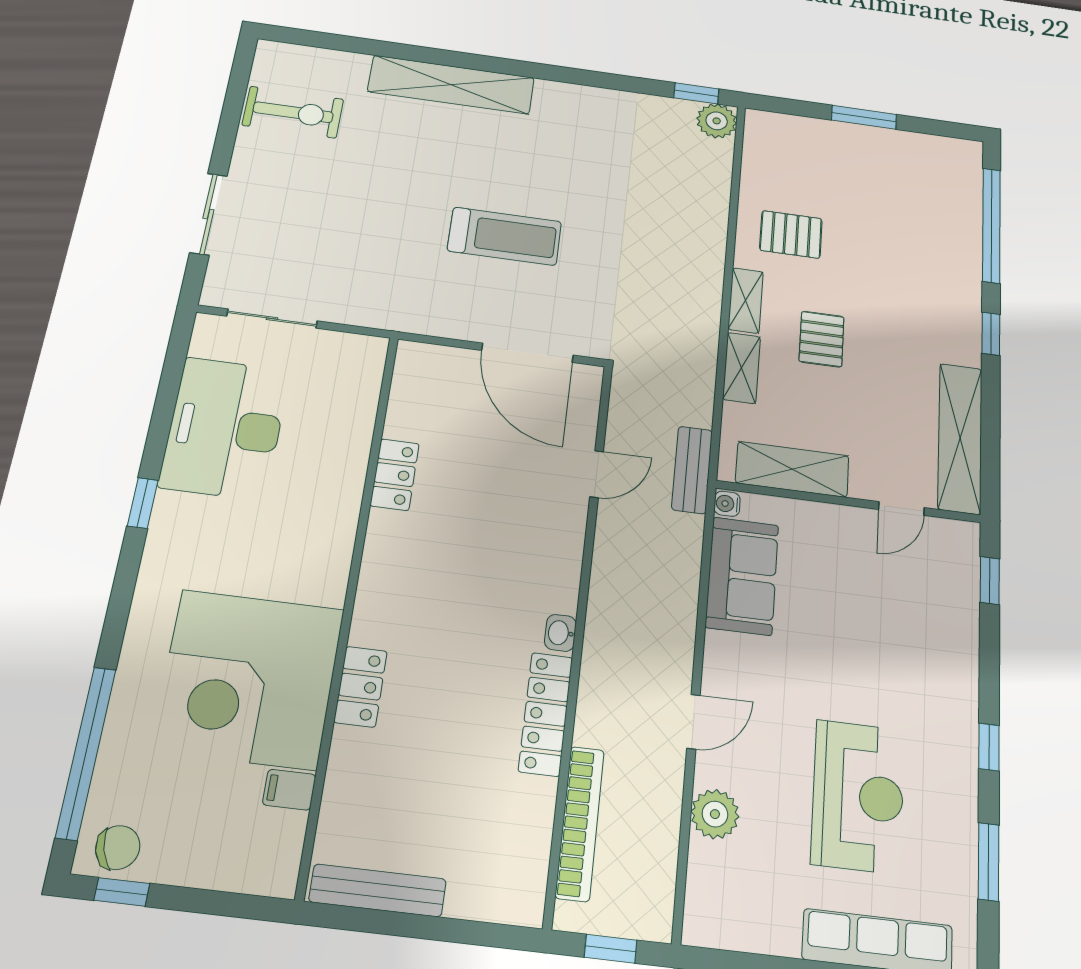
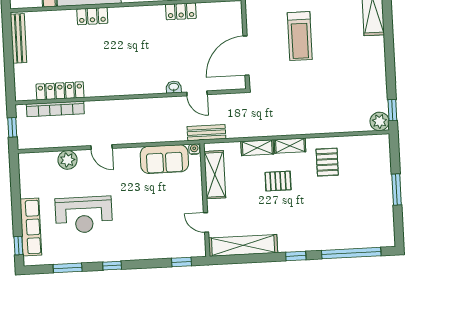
washbasin: (560, 633) -> (174, 87), moved
locker: (546, 714) -> (60, 91), moved

